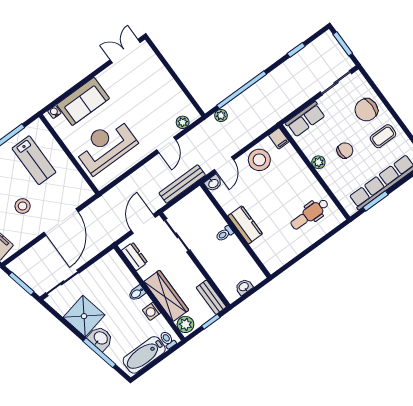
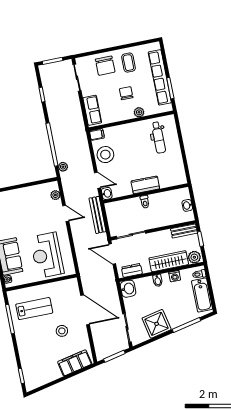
plant: (318, 162) -> (139, 112), moved
washbasin: (100, 338) -> (128, 289), moved, turned 102

